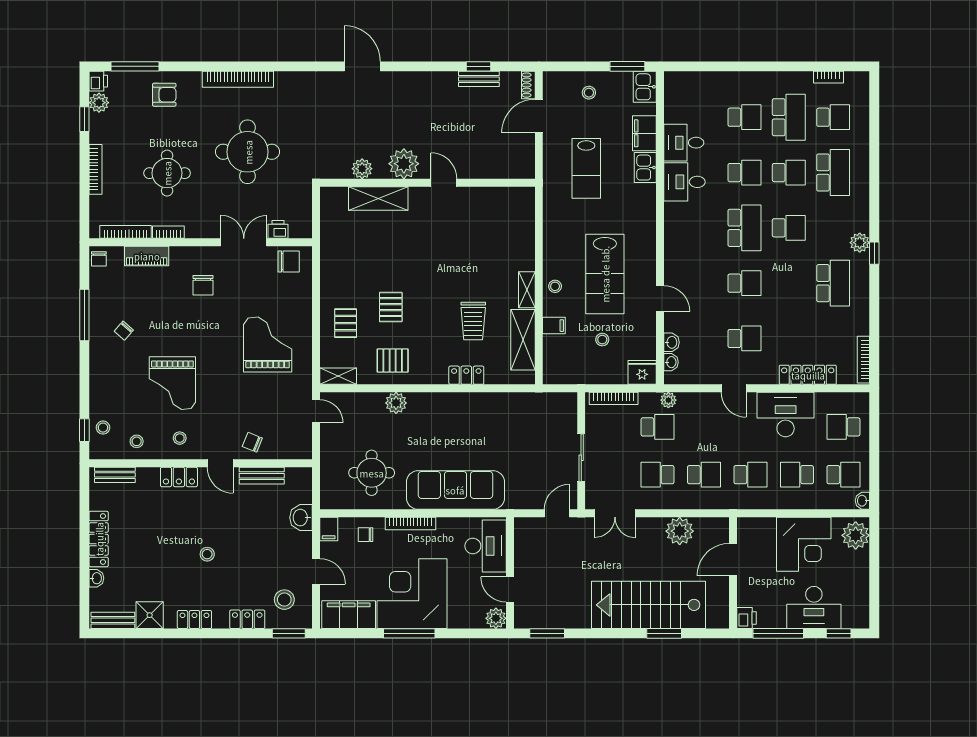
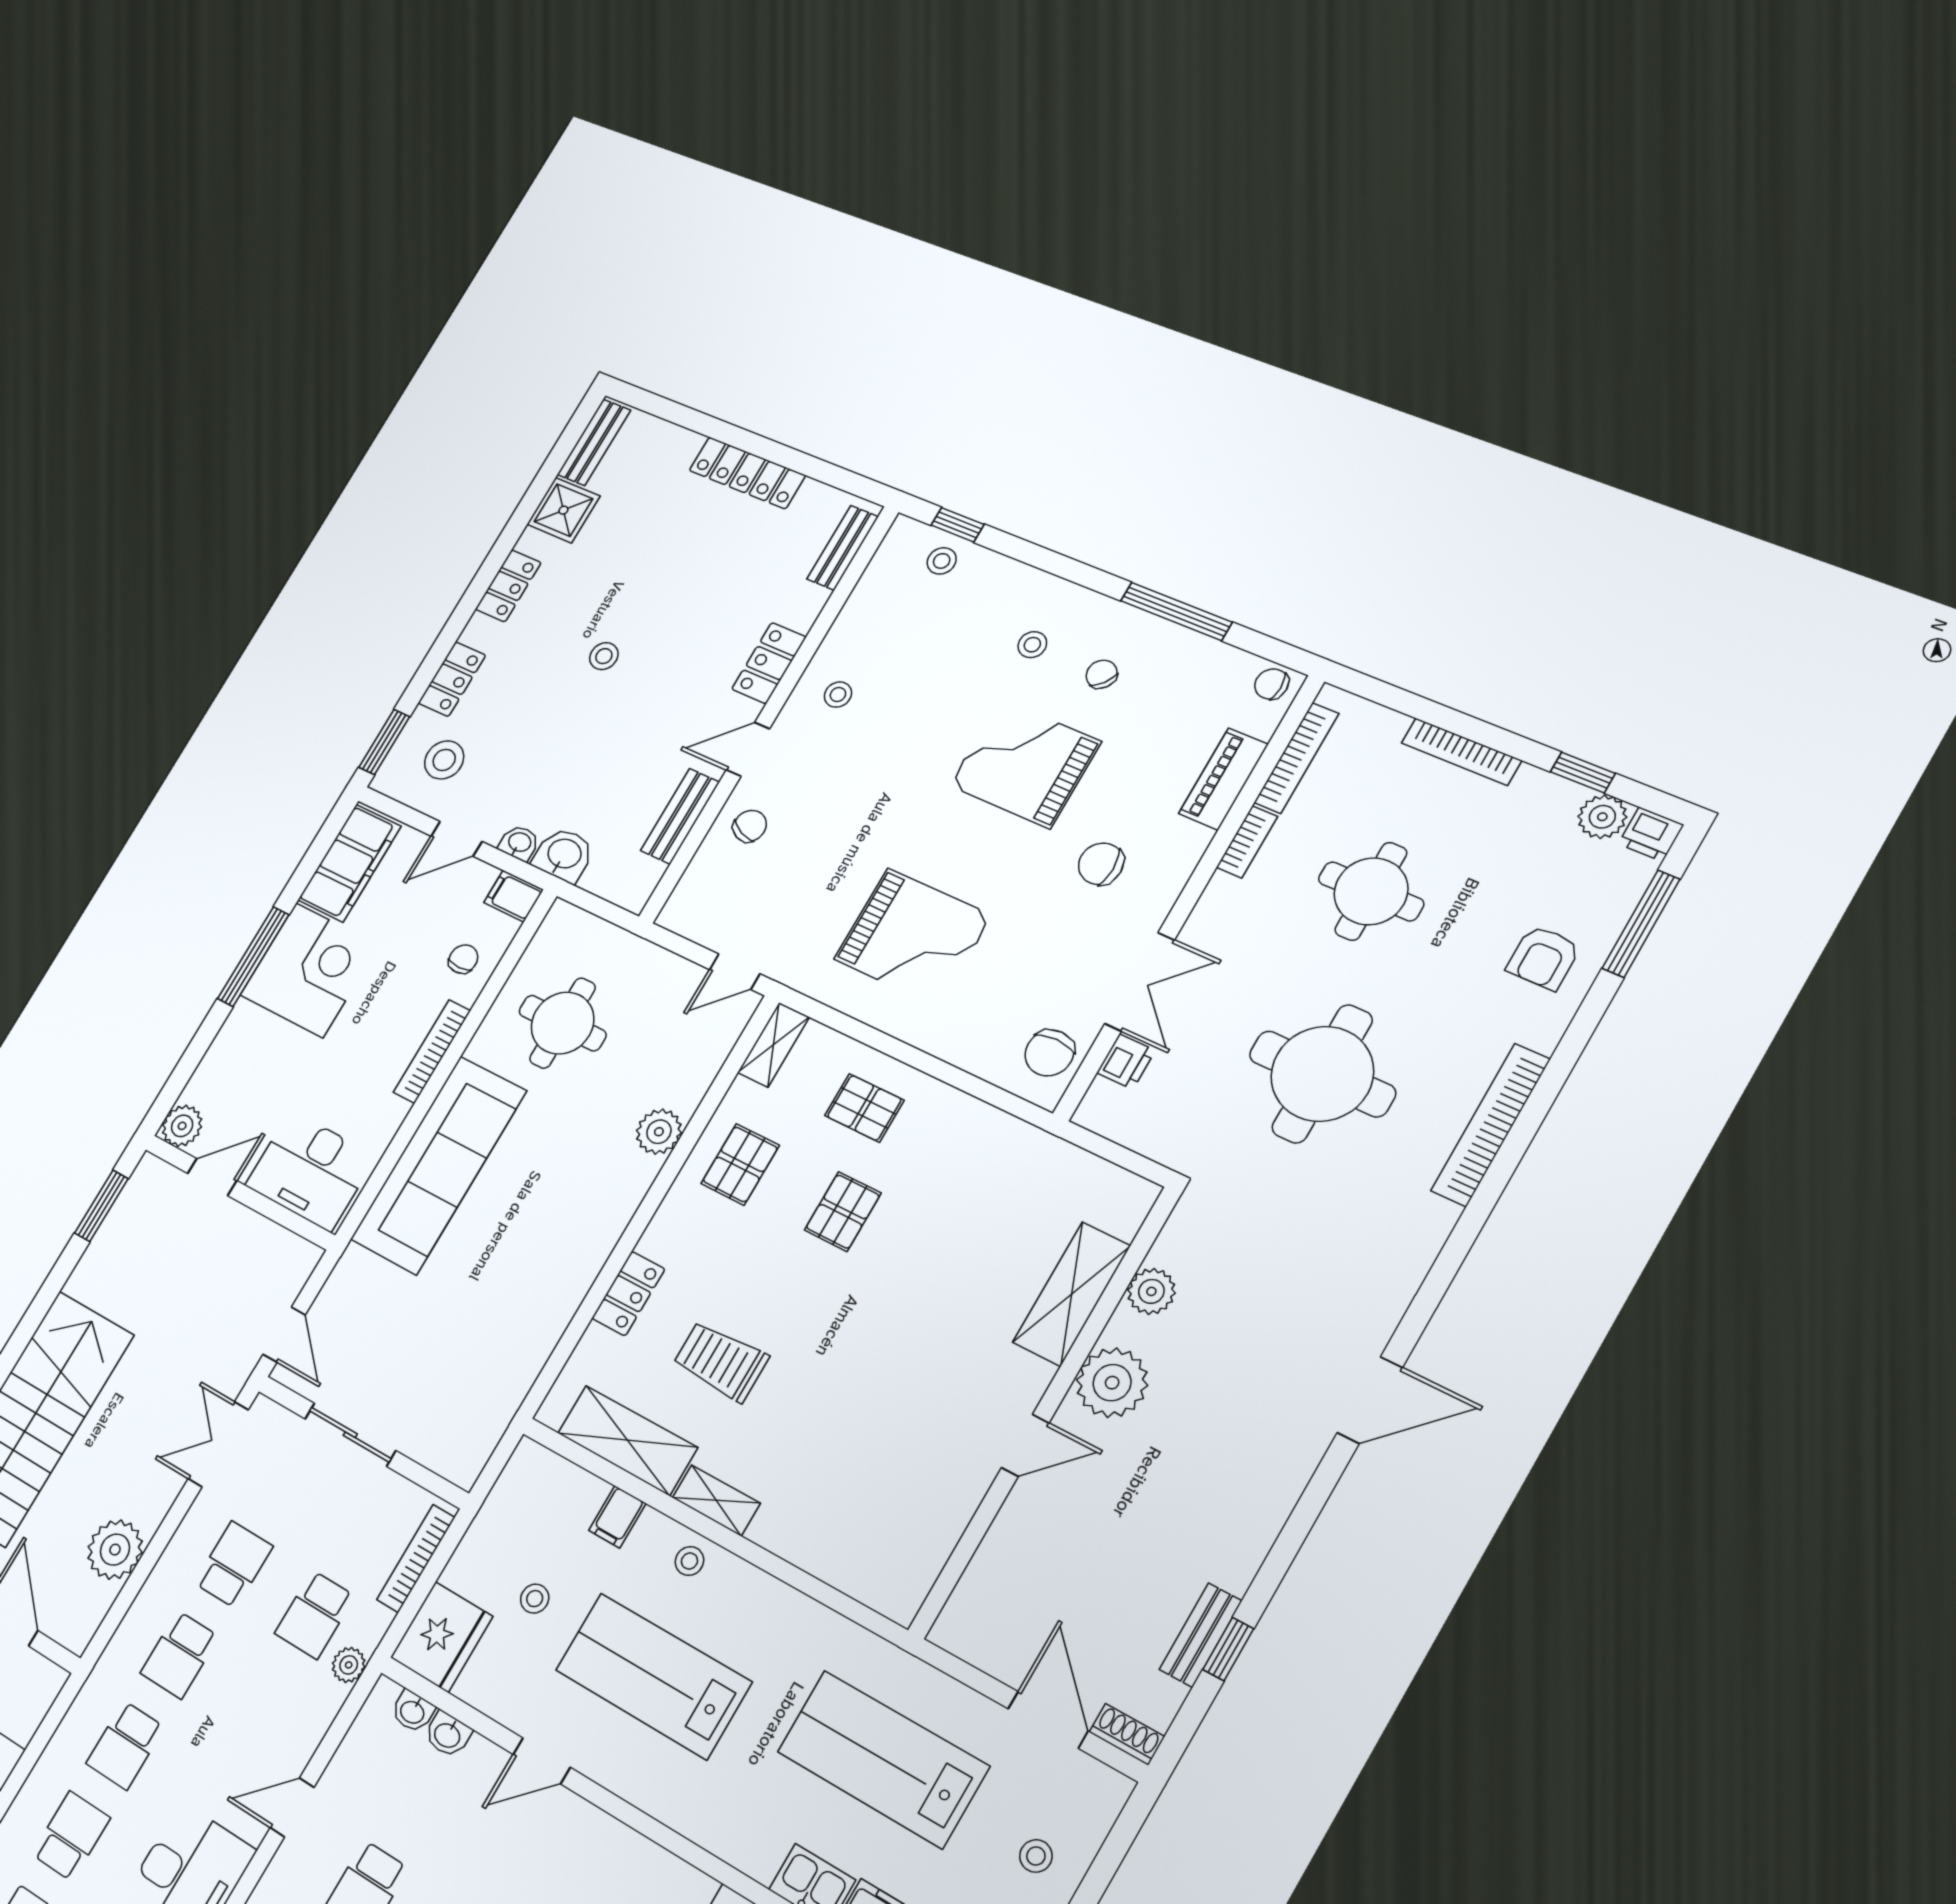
lab bench: (586, 168) -> (883, 1759), width x1.36, depth x1.39
pallet: (391, 307) -> (843, 1212), turned 90
fridge: (642, 372) -> (442, 1637), width x1.36, depth x1.34
grand piano: (172, 383) -> (1025, 763), moved
stool: (137, 441) -> (1032, 645), moved
washbasin: (96, 578) -> (519, 843), moved, turned 180
corner desk: (412, 594) -> (309, 970), width x0.74, depth x0.74

